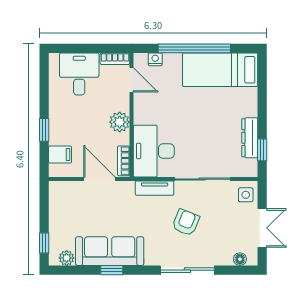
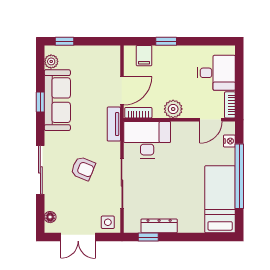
tv unit: (155, 188) -> (114, 124), moved

